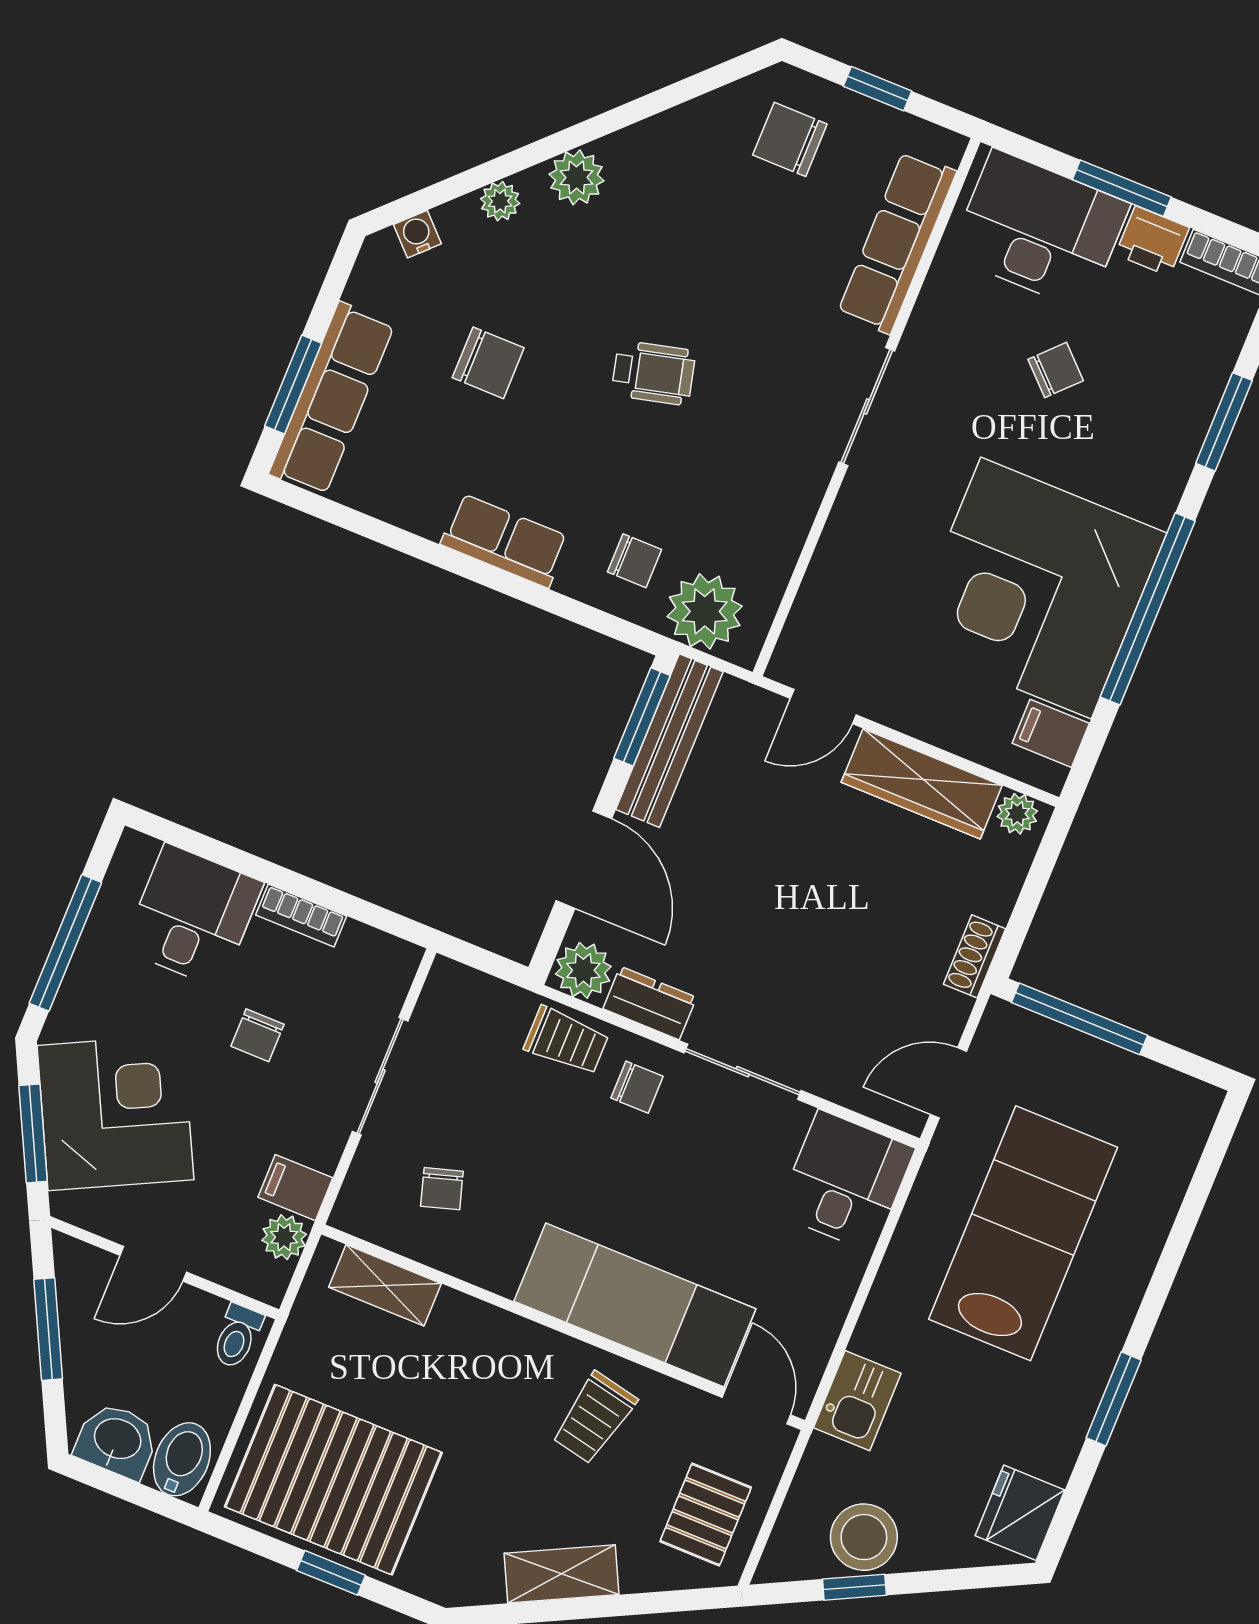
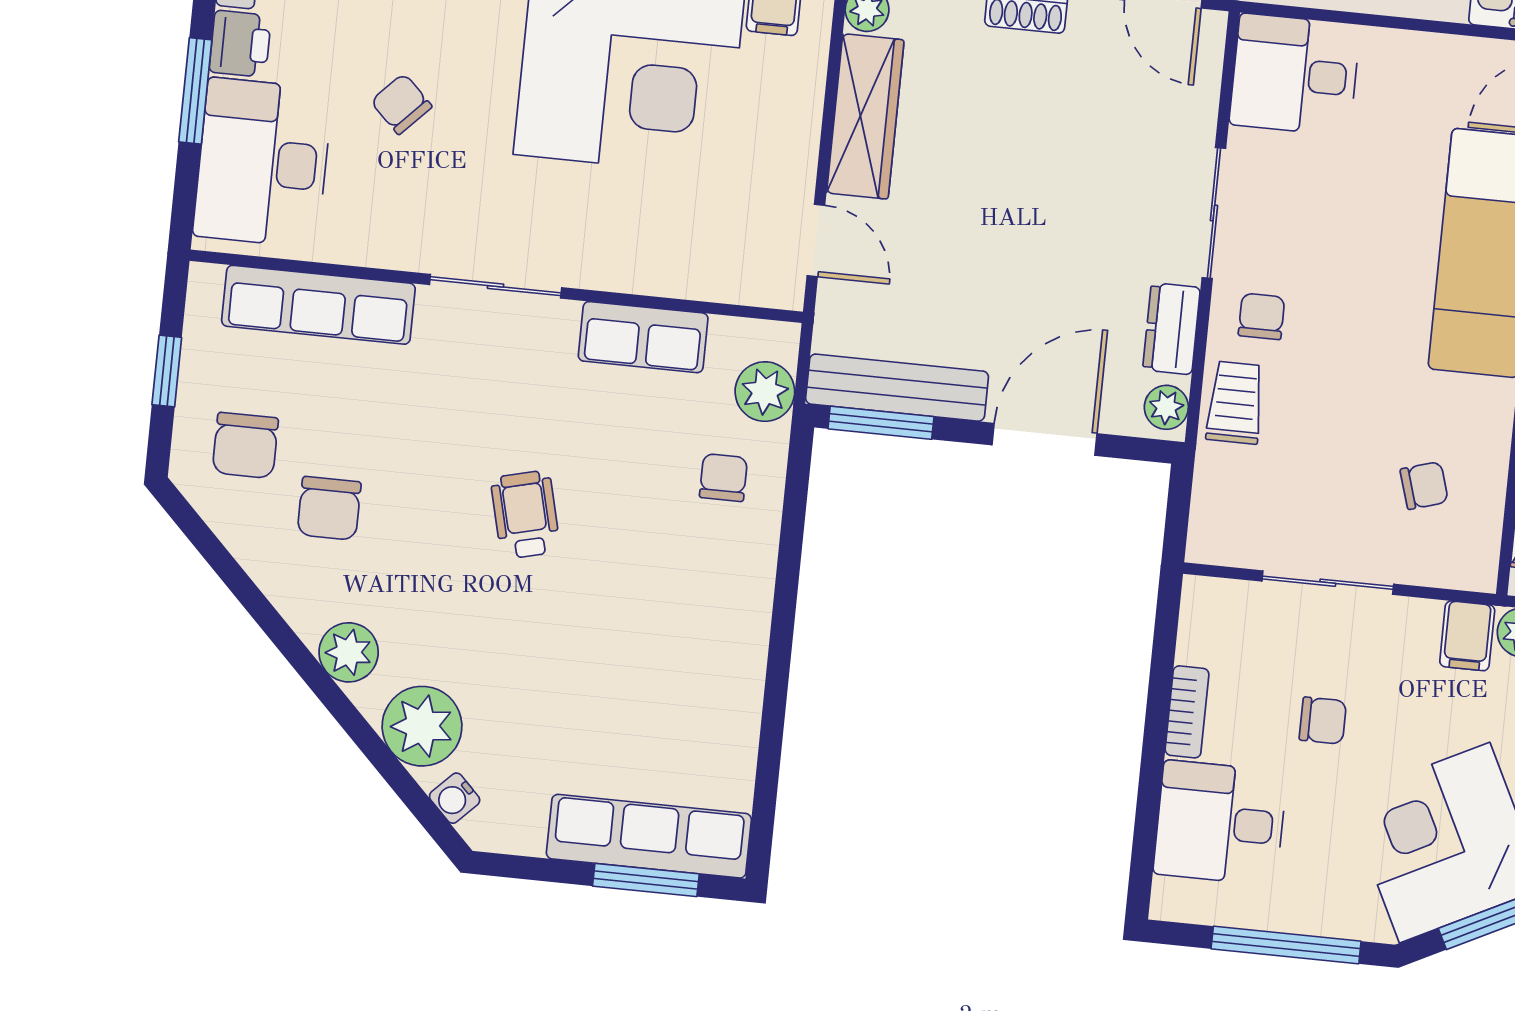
plant: (500, 201) -> (422, 726), width x1.87, depth x1.87
chair: (488, 363) -> (329, 508), moved, turned 180
row of seats: (505, 541) -> (643, 337), moved, turned -90
plant: (705, 611) -> (765, 392), width x0.73, depth x0.73
plant: (583, 970) -> (1166, 407), width x0.73, depth x0.73

